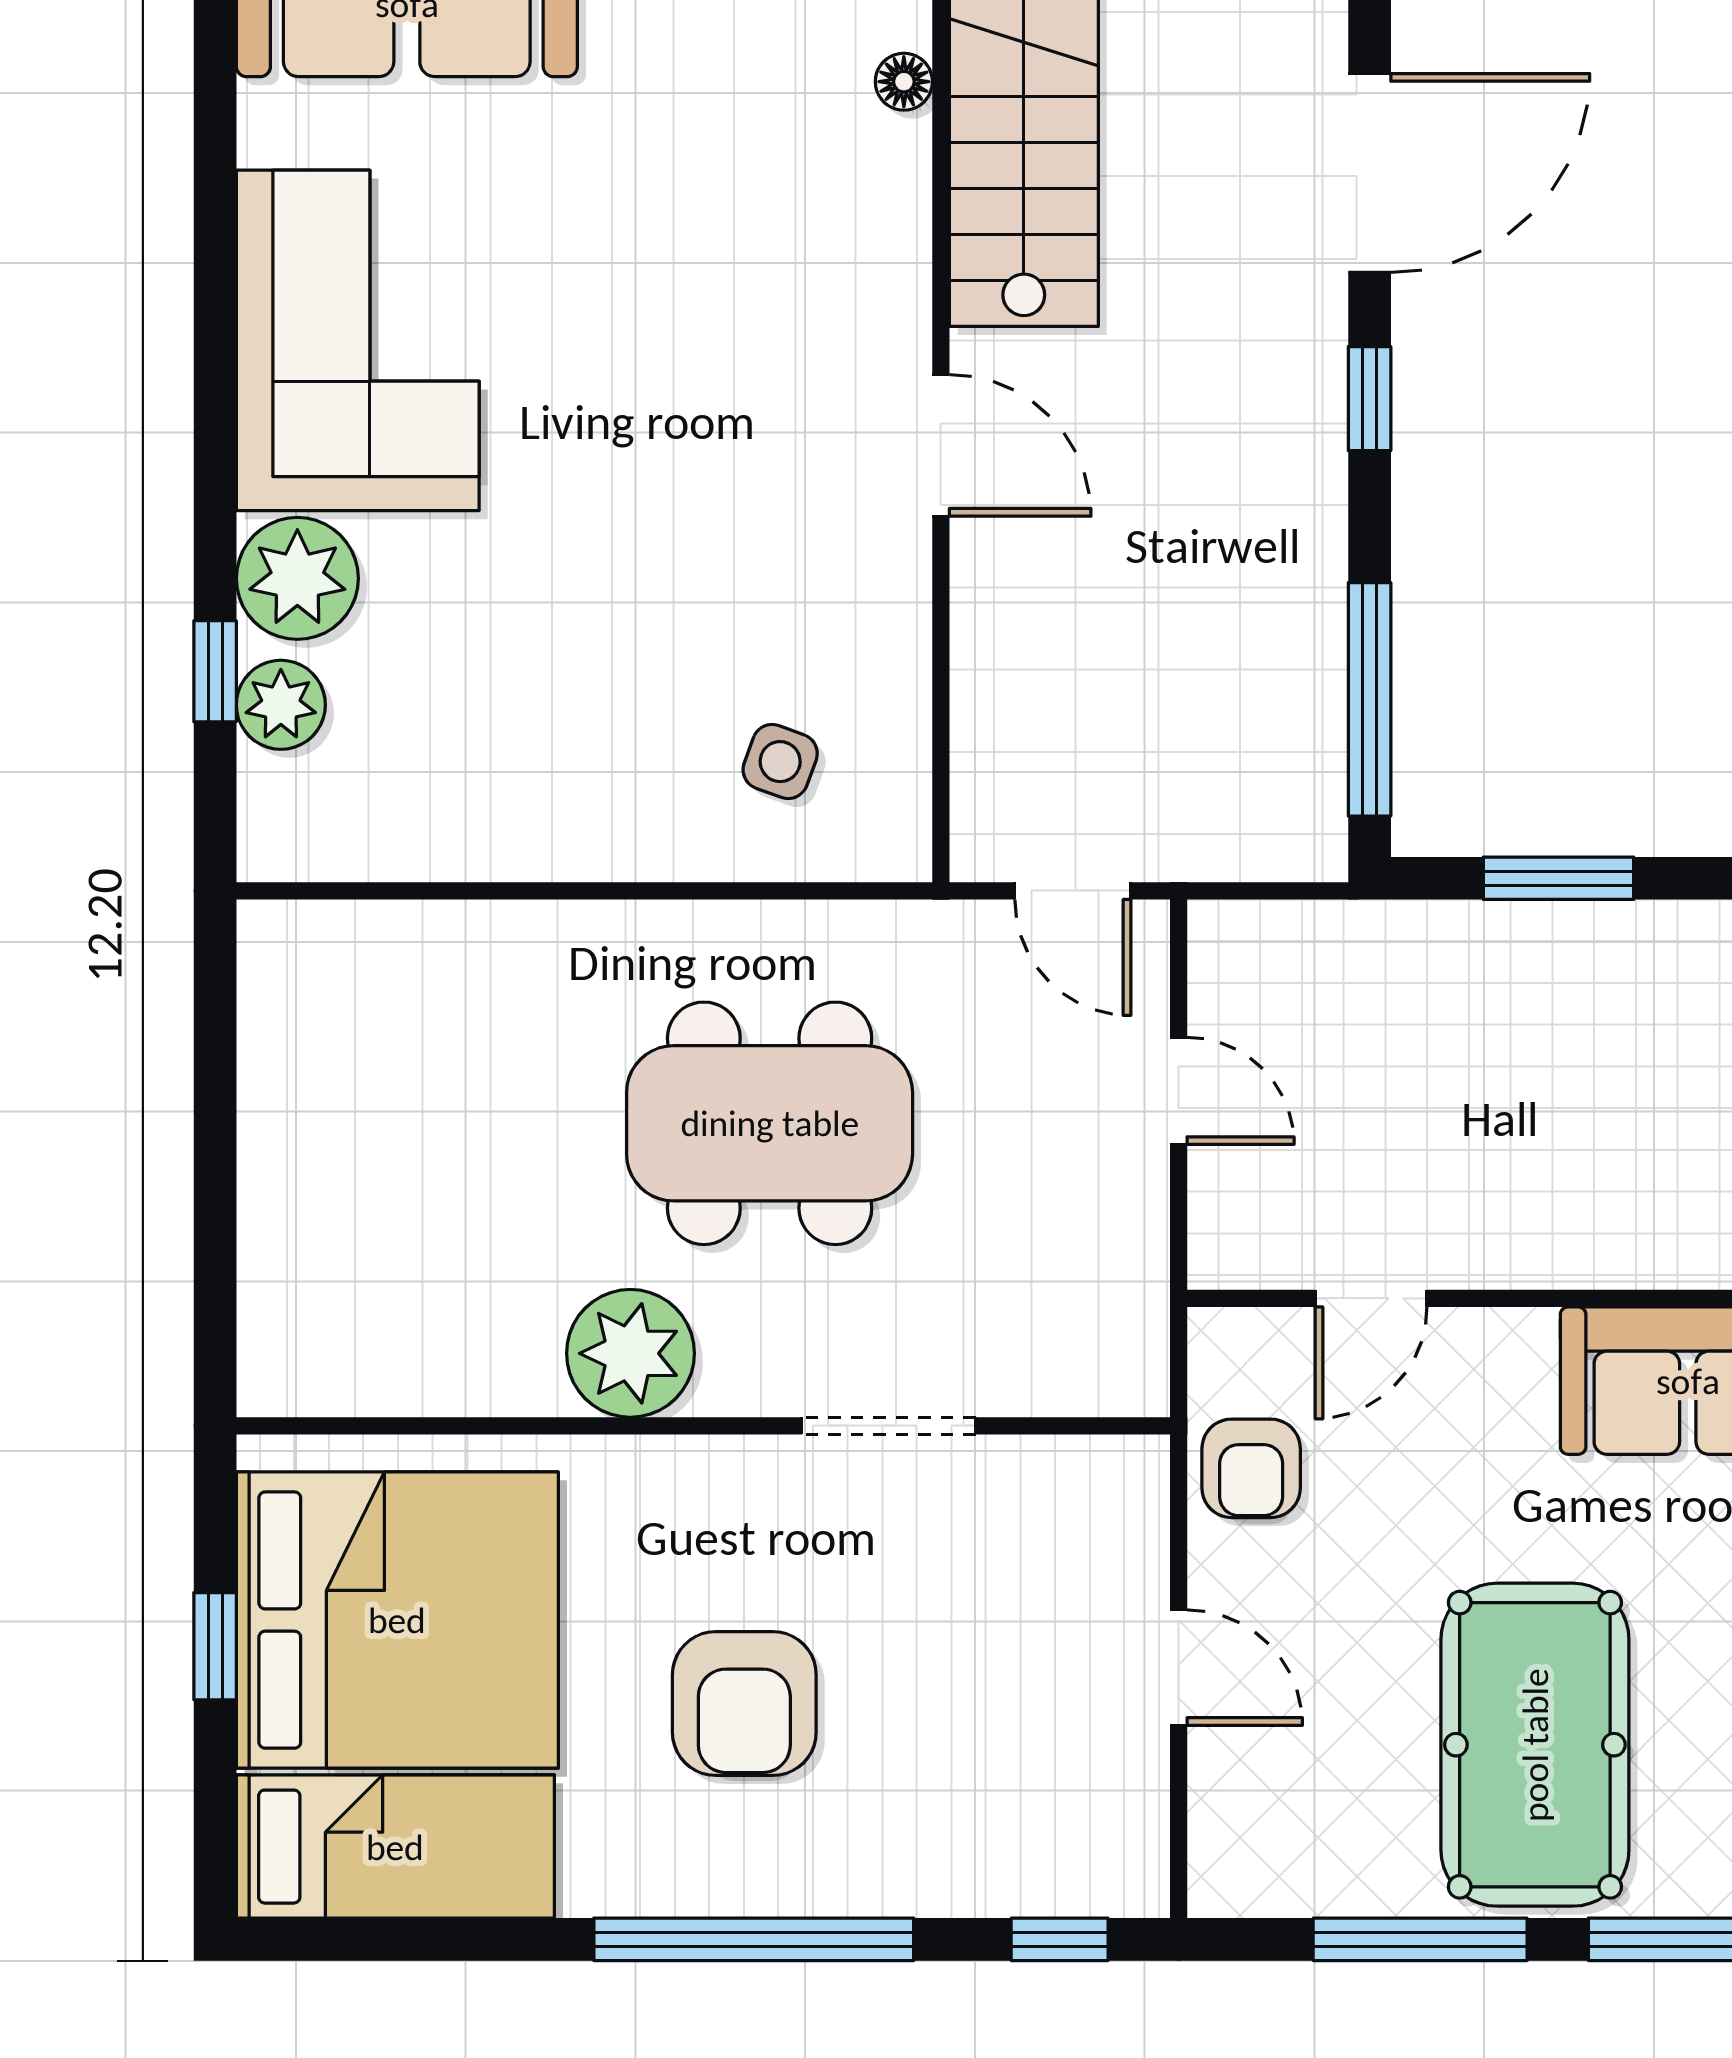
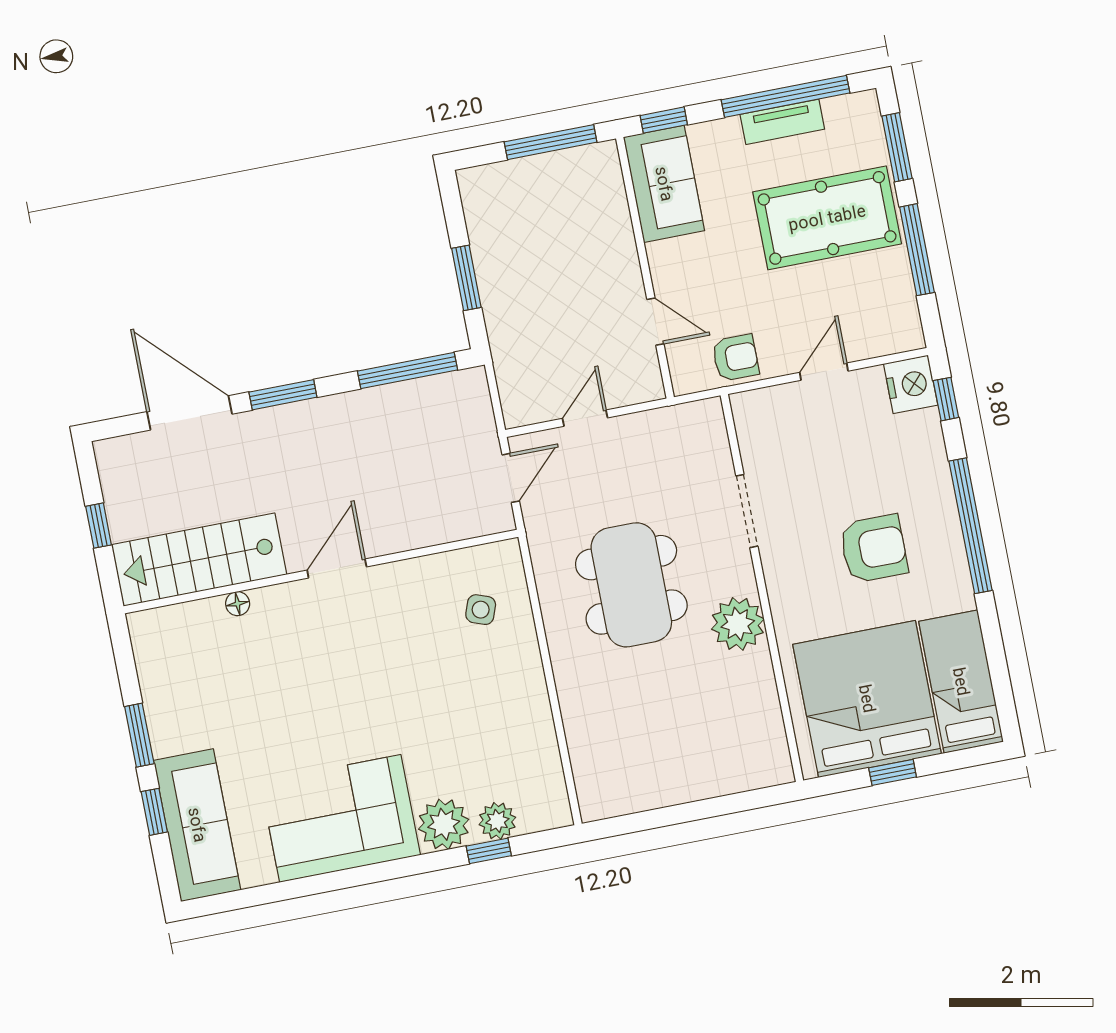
floor lamp: (904, 82) -> (238, 604), moved
window: (1370, 399) -> (283, 395), width x1.50
nightstand: (1110, 1864) -> (911, 384), added

